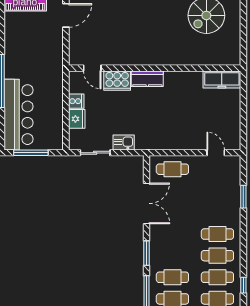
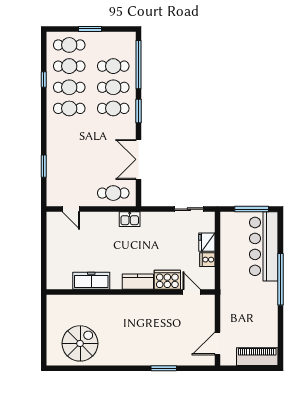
freezer: (222, 80) -> (91, 281), moved
kitchen sink: (124, 142) -> (130, 219), moved
cafe table: (217, 234) -> (113, 108), moved

